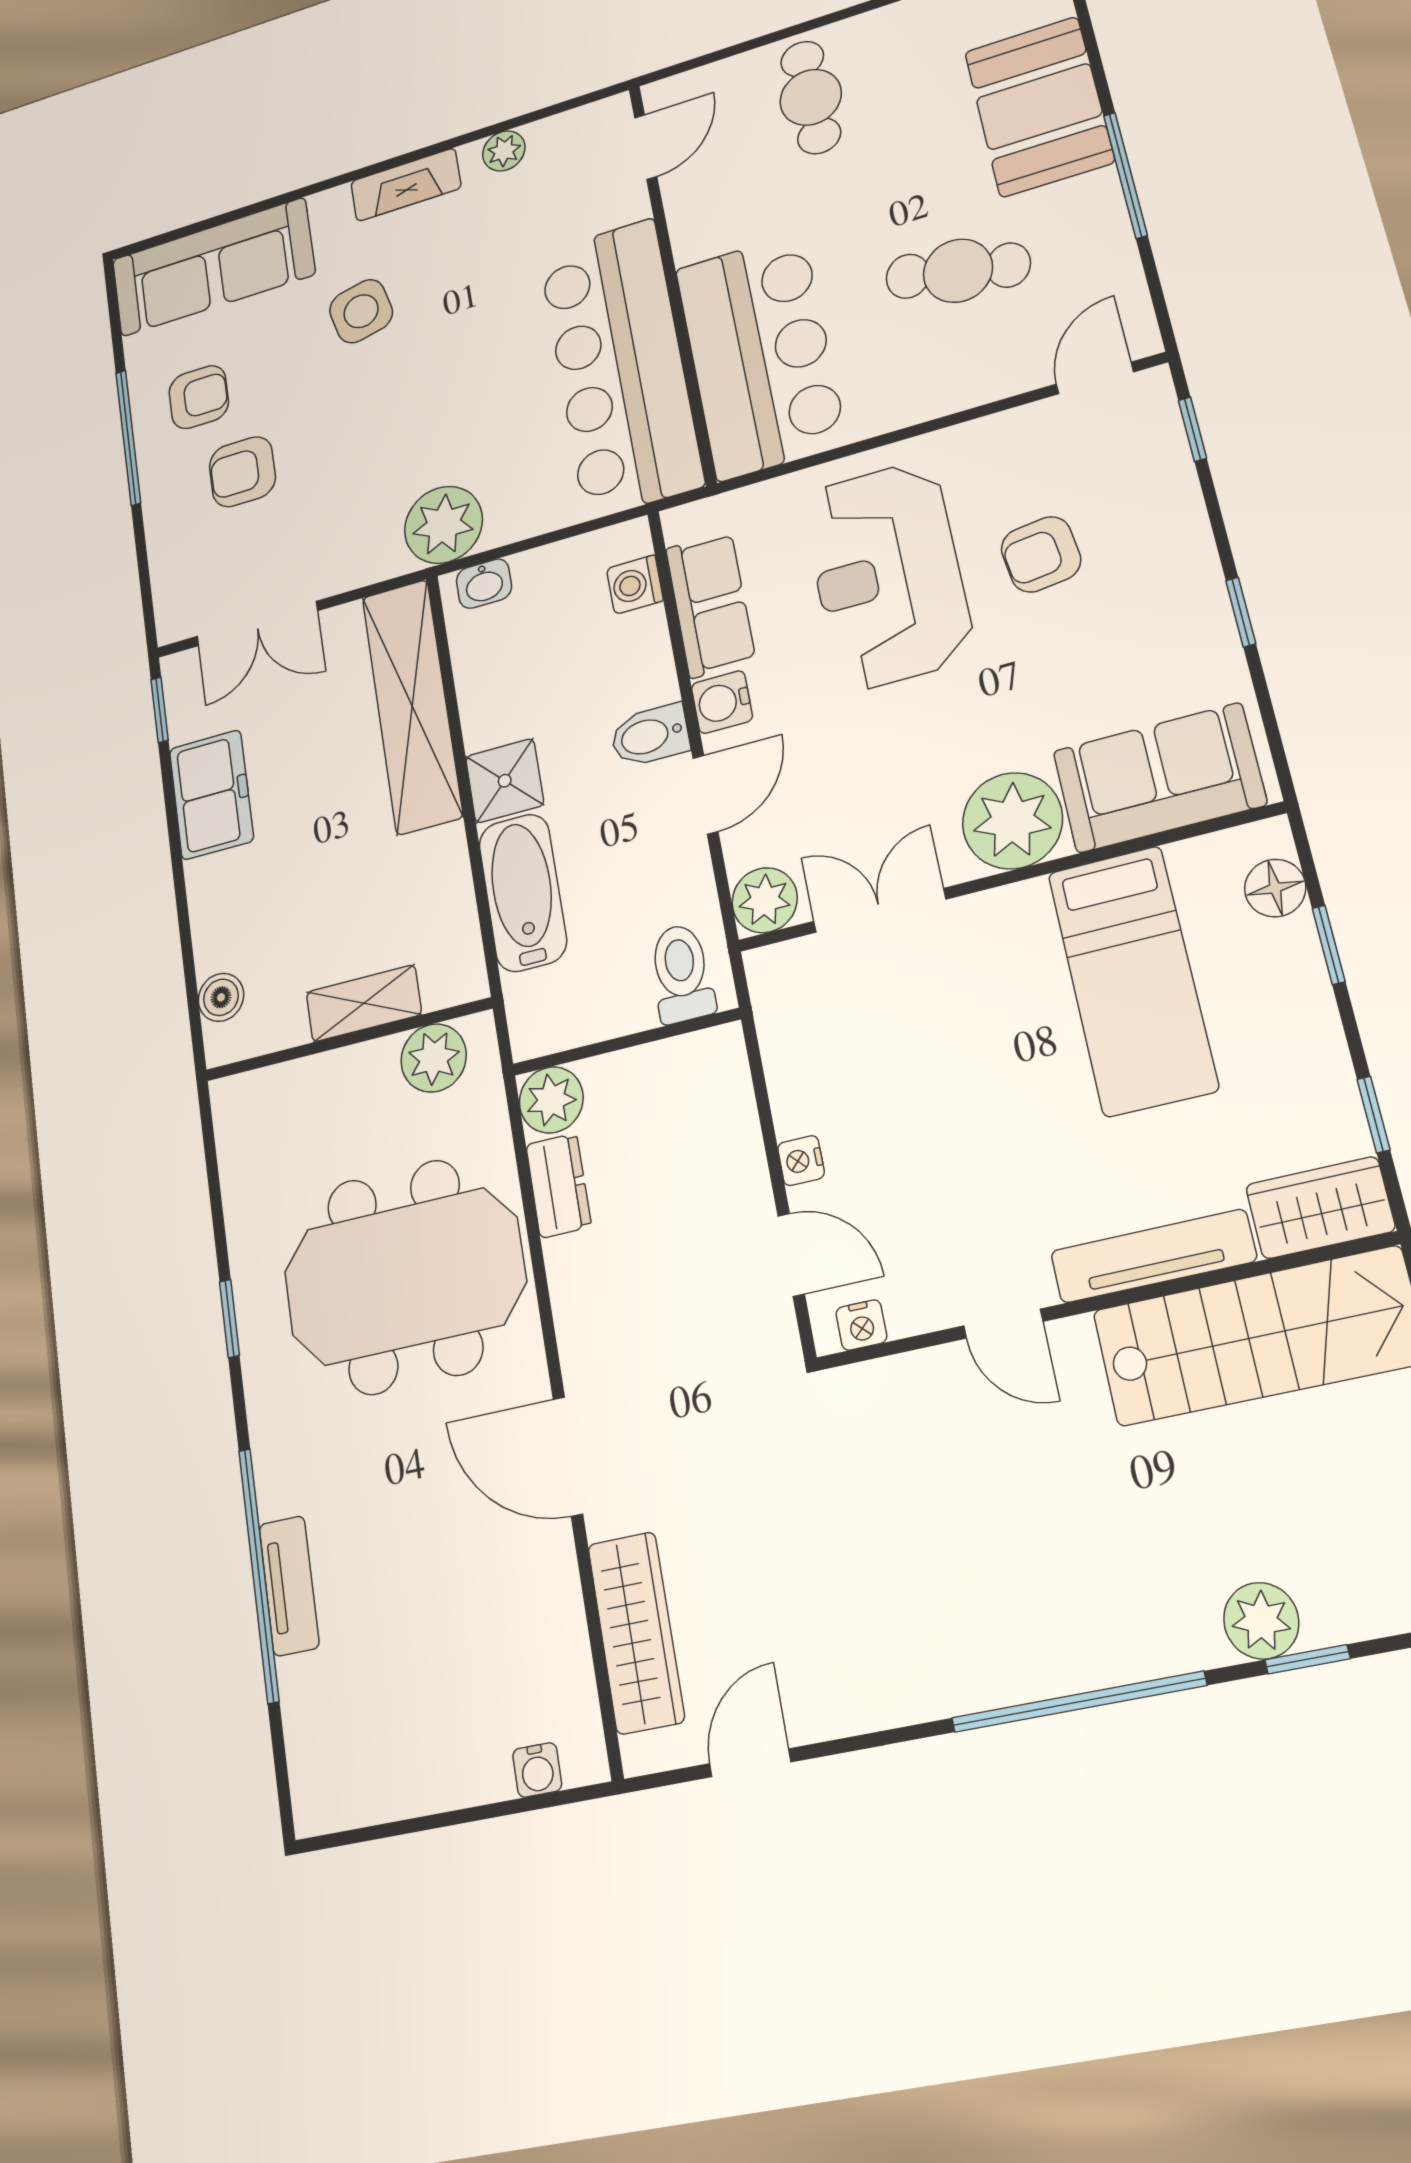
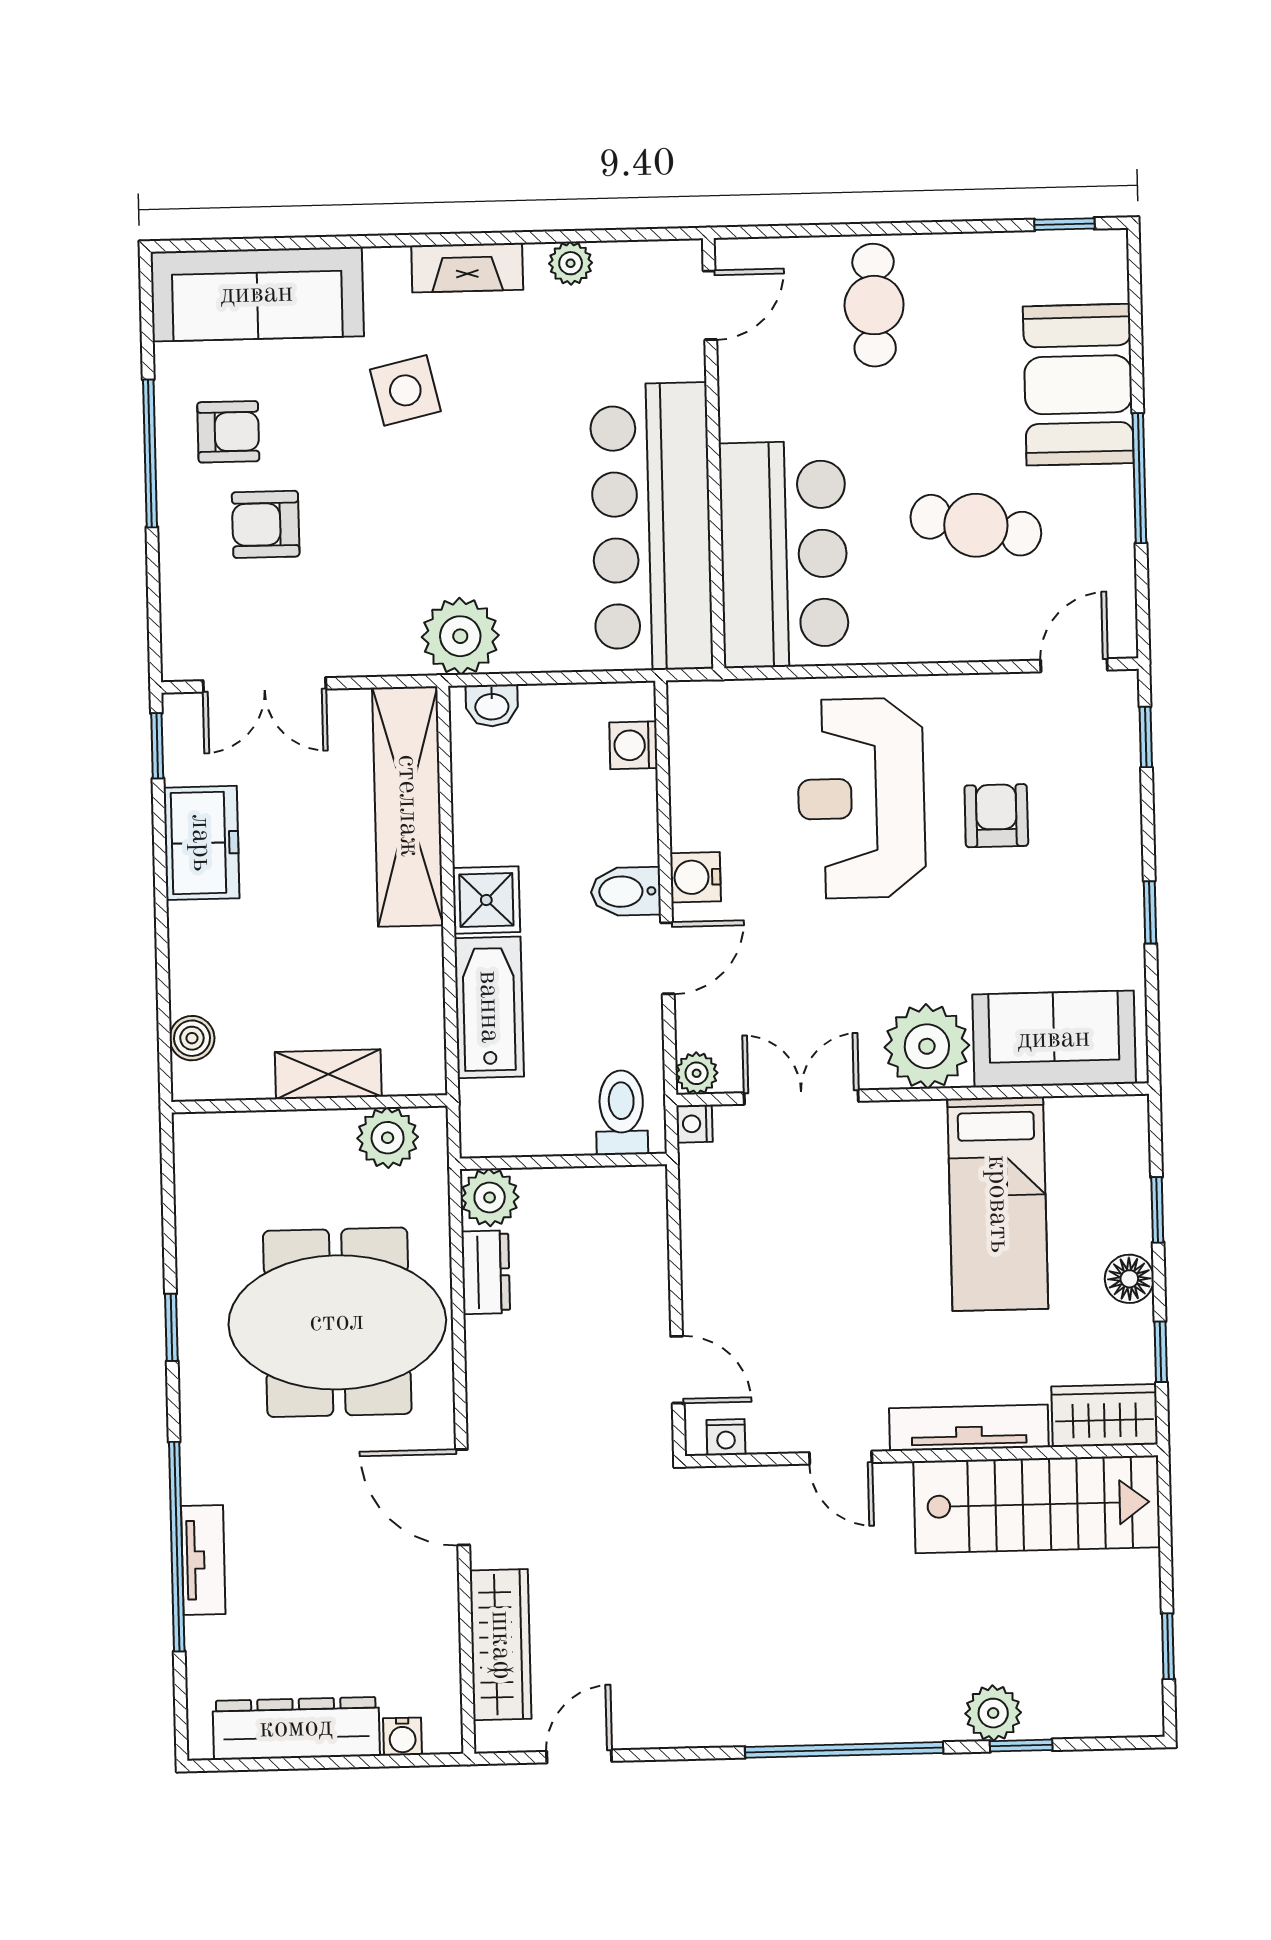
armchair: (1041, 554) -> (996, 816), turned 97
row of seats: (710, 604) -> (700, 783), removed
floor lamp: (1275, 888) -> (1129, 1279), moved
plant: (765, 900) -> (697, 1073), width x0.73, depth x0.73
nightstand: (801, 1161) -> (694, 1124), moved
dresser: (414, 1779) -> (296, 1728), added

